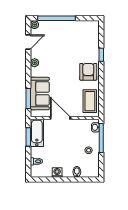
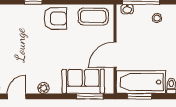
door: (28, 42) -> (17, 96), hinge flipped
armchair: (88, 72) -> (55, 18), turned 180
bathtub: (37, 133) -> (141, 82), width x1.36, depth x1.36

